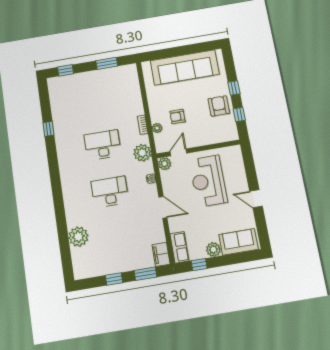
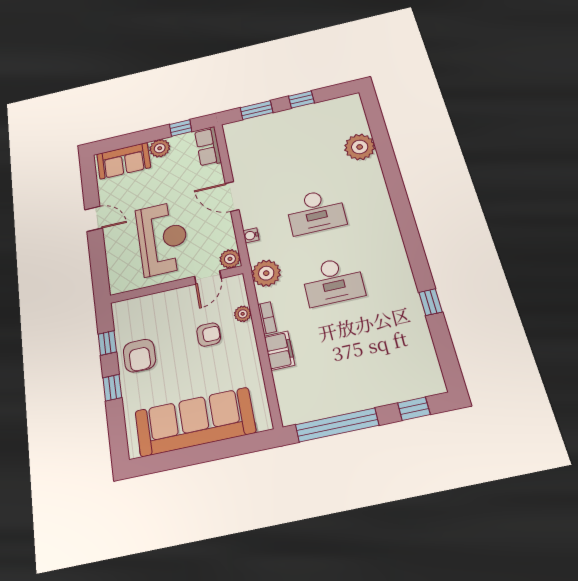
window: (107, 63) -> (337, 425), width x2.11
filing cabinet: (161, 254) -> (279, 351), moved

